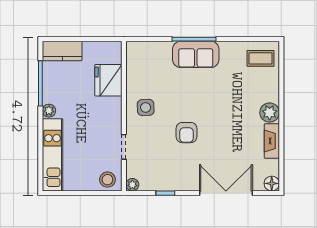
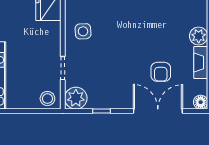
armchair: (187, 133) -> (161, 72), moved
plant: (132, 185) -> (76, 98), width x1.88, depth x1.88

